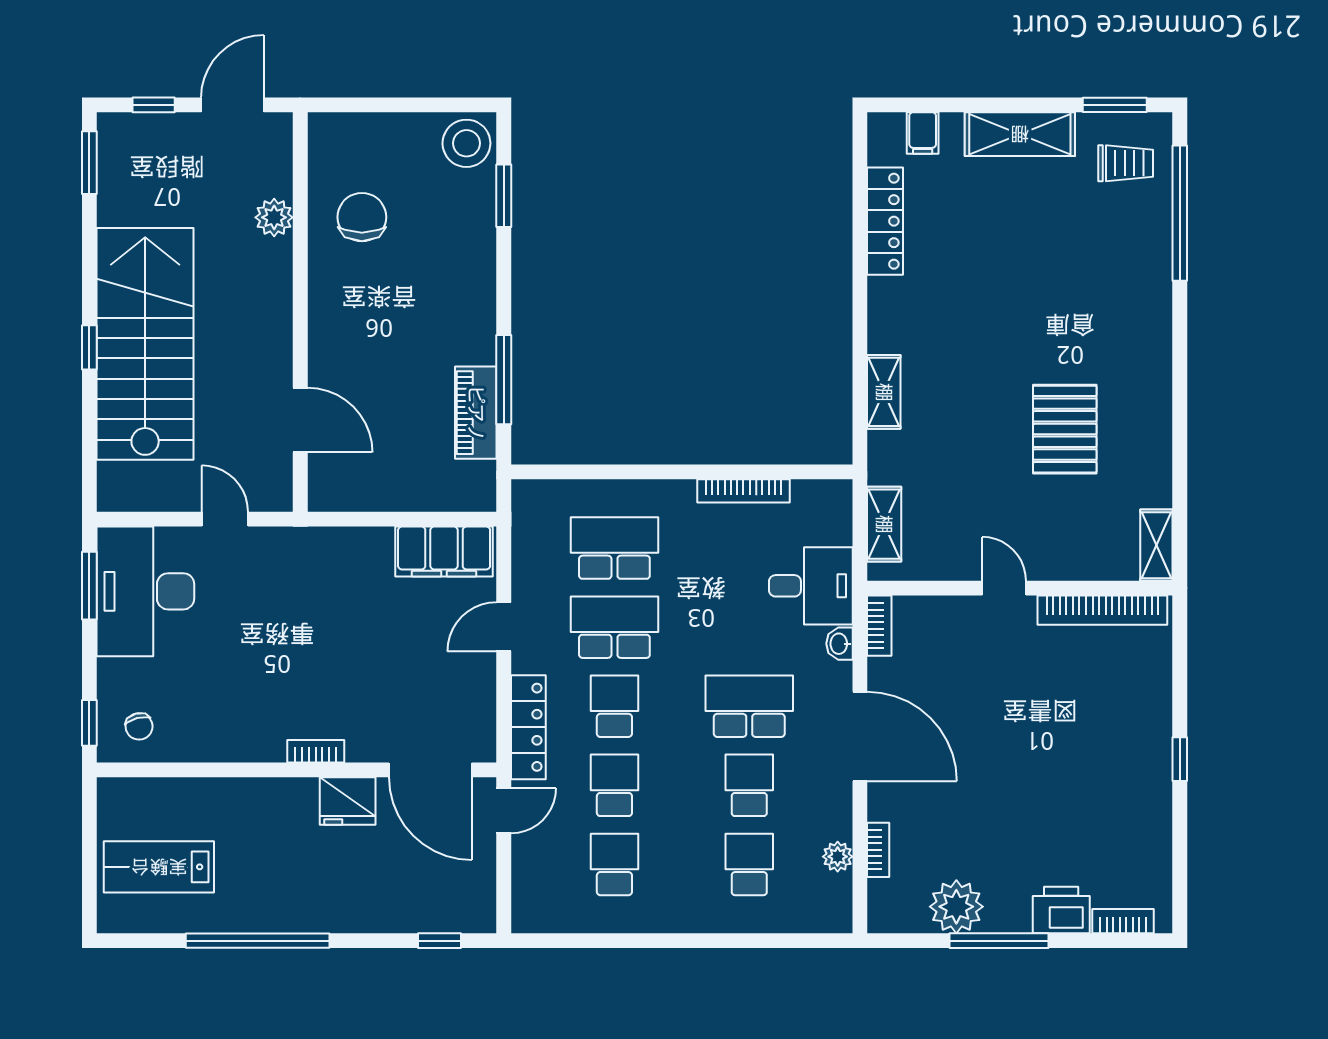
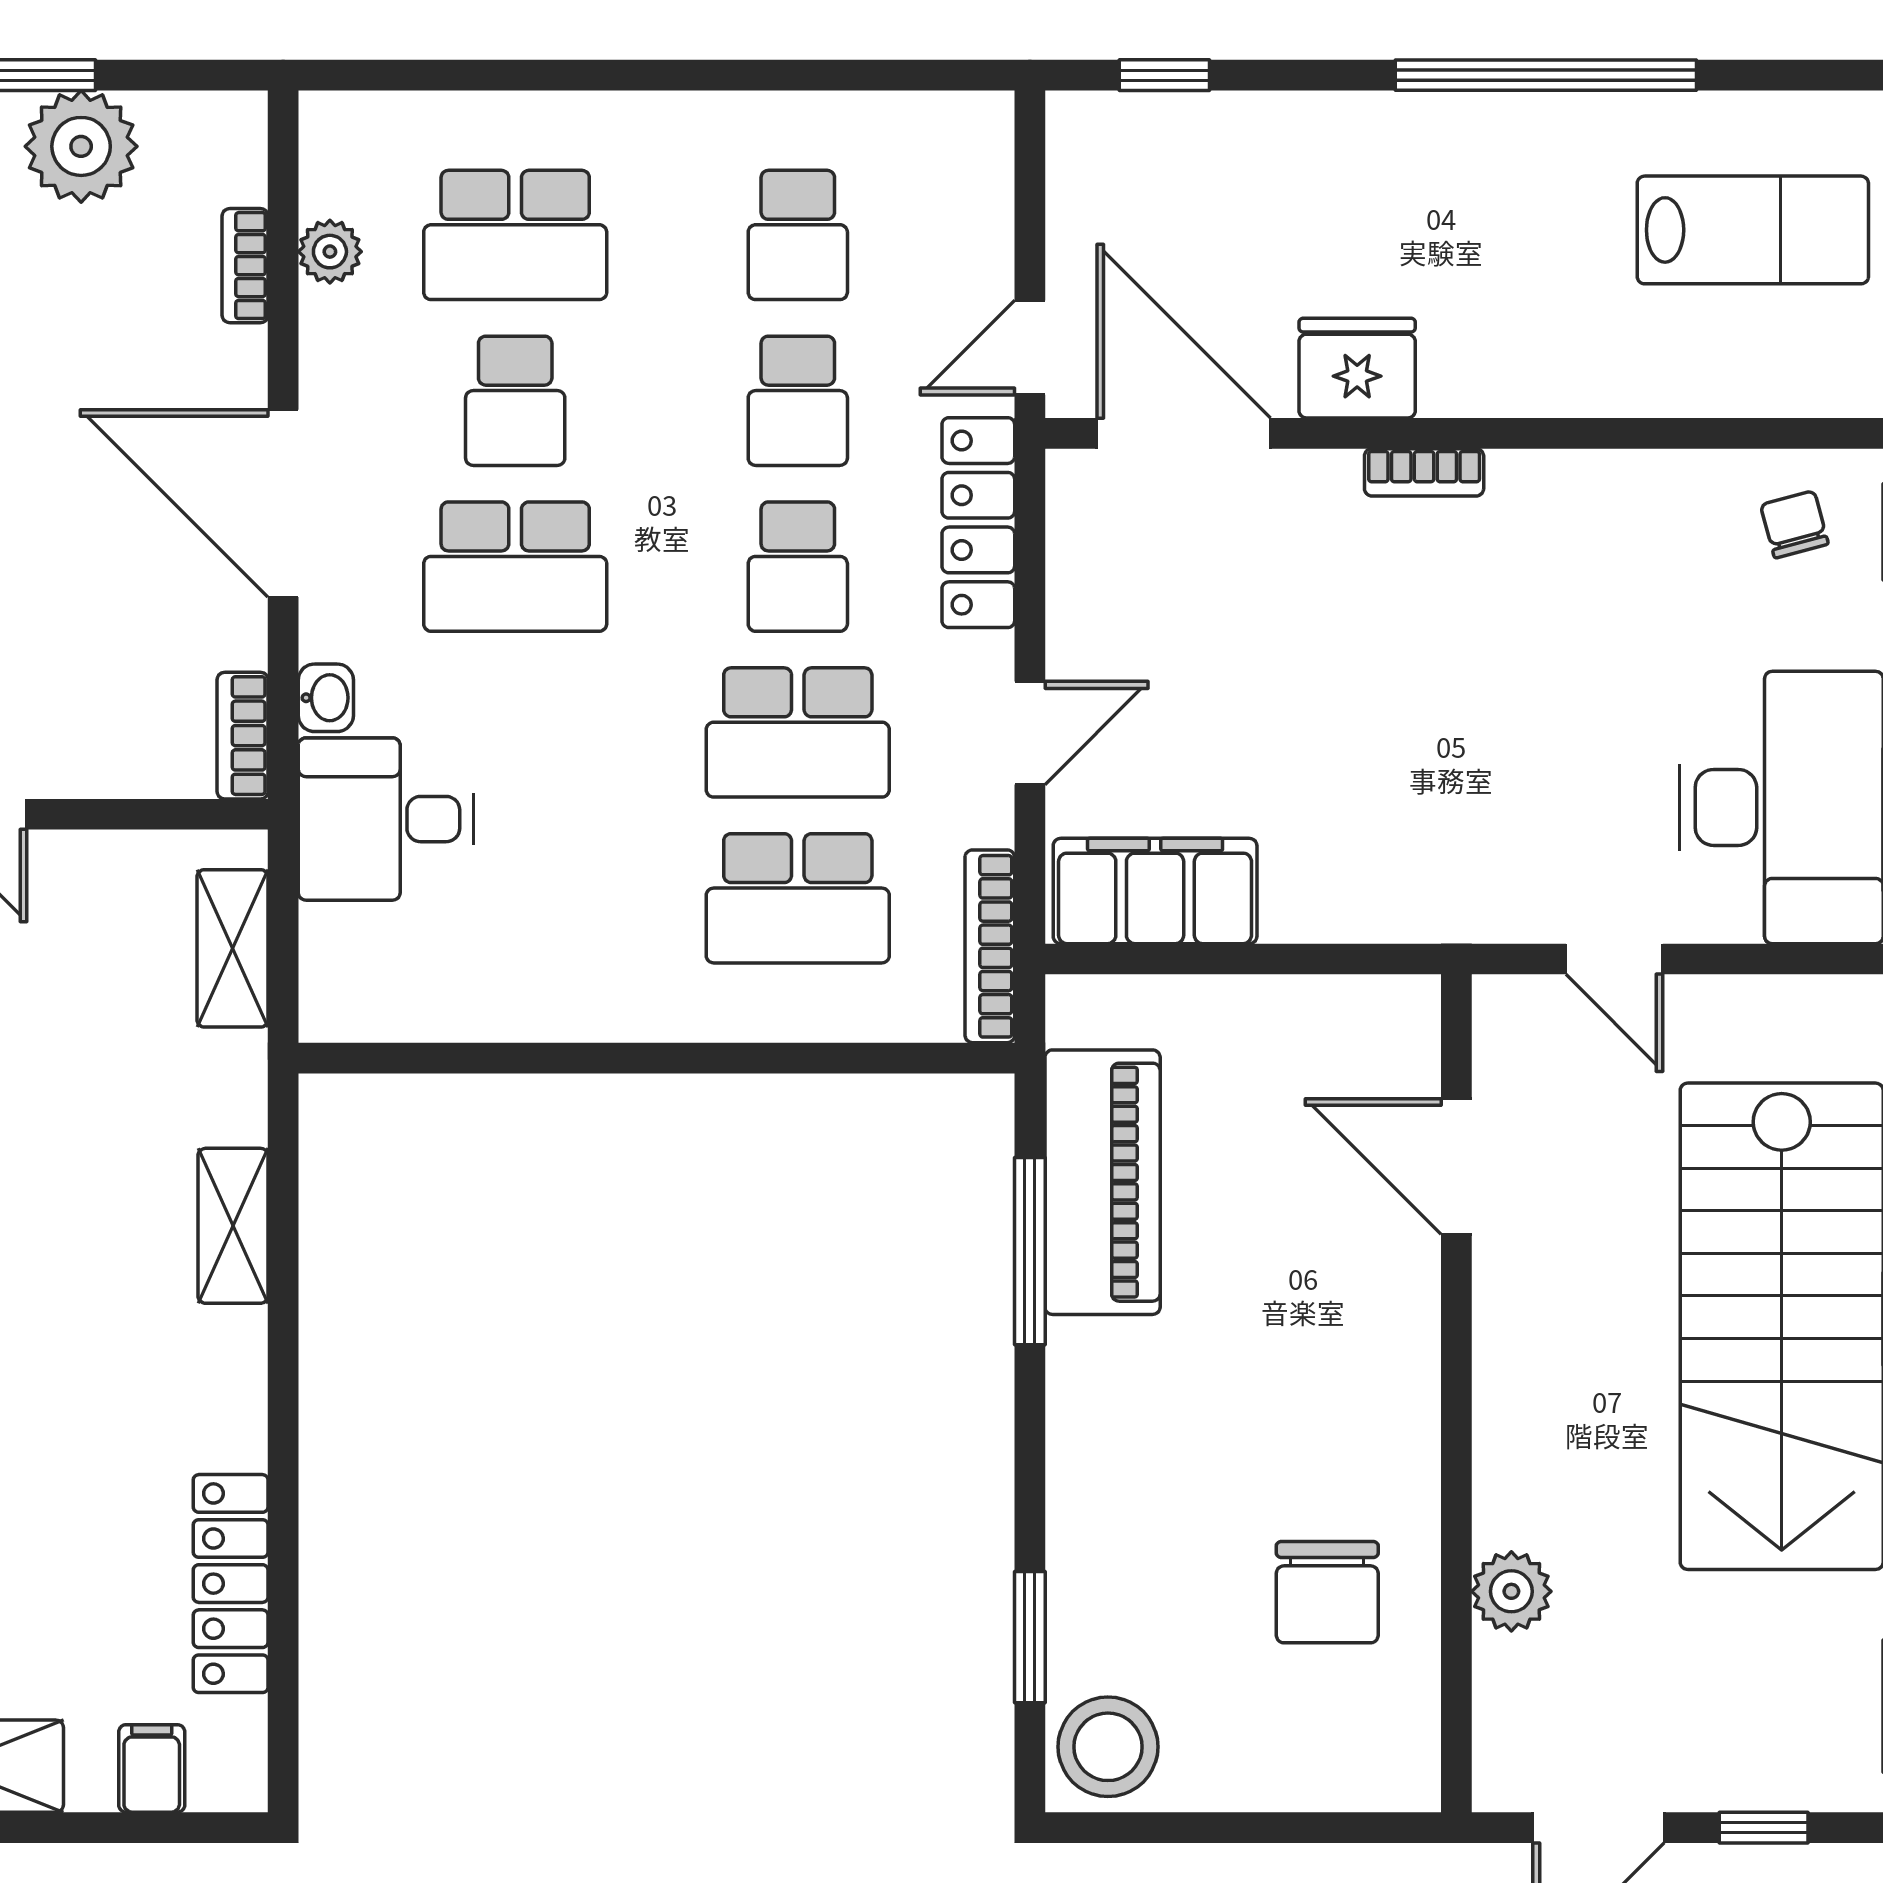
piano: (476, 413) -> (1103, 1182), width x1.37, depth x1.33
bookcase: (743, 491) -> (990, 946), moved, turned -90
school desk: (749, 864) -> (515, 235), width x1.85

